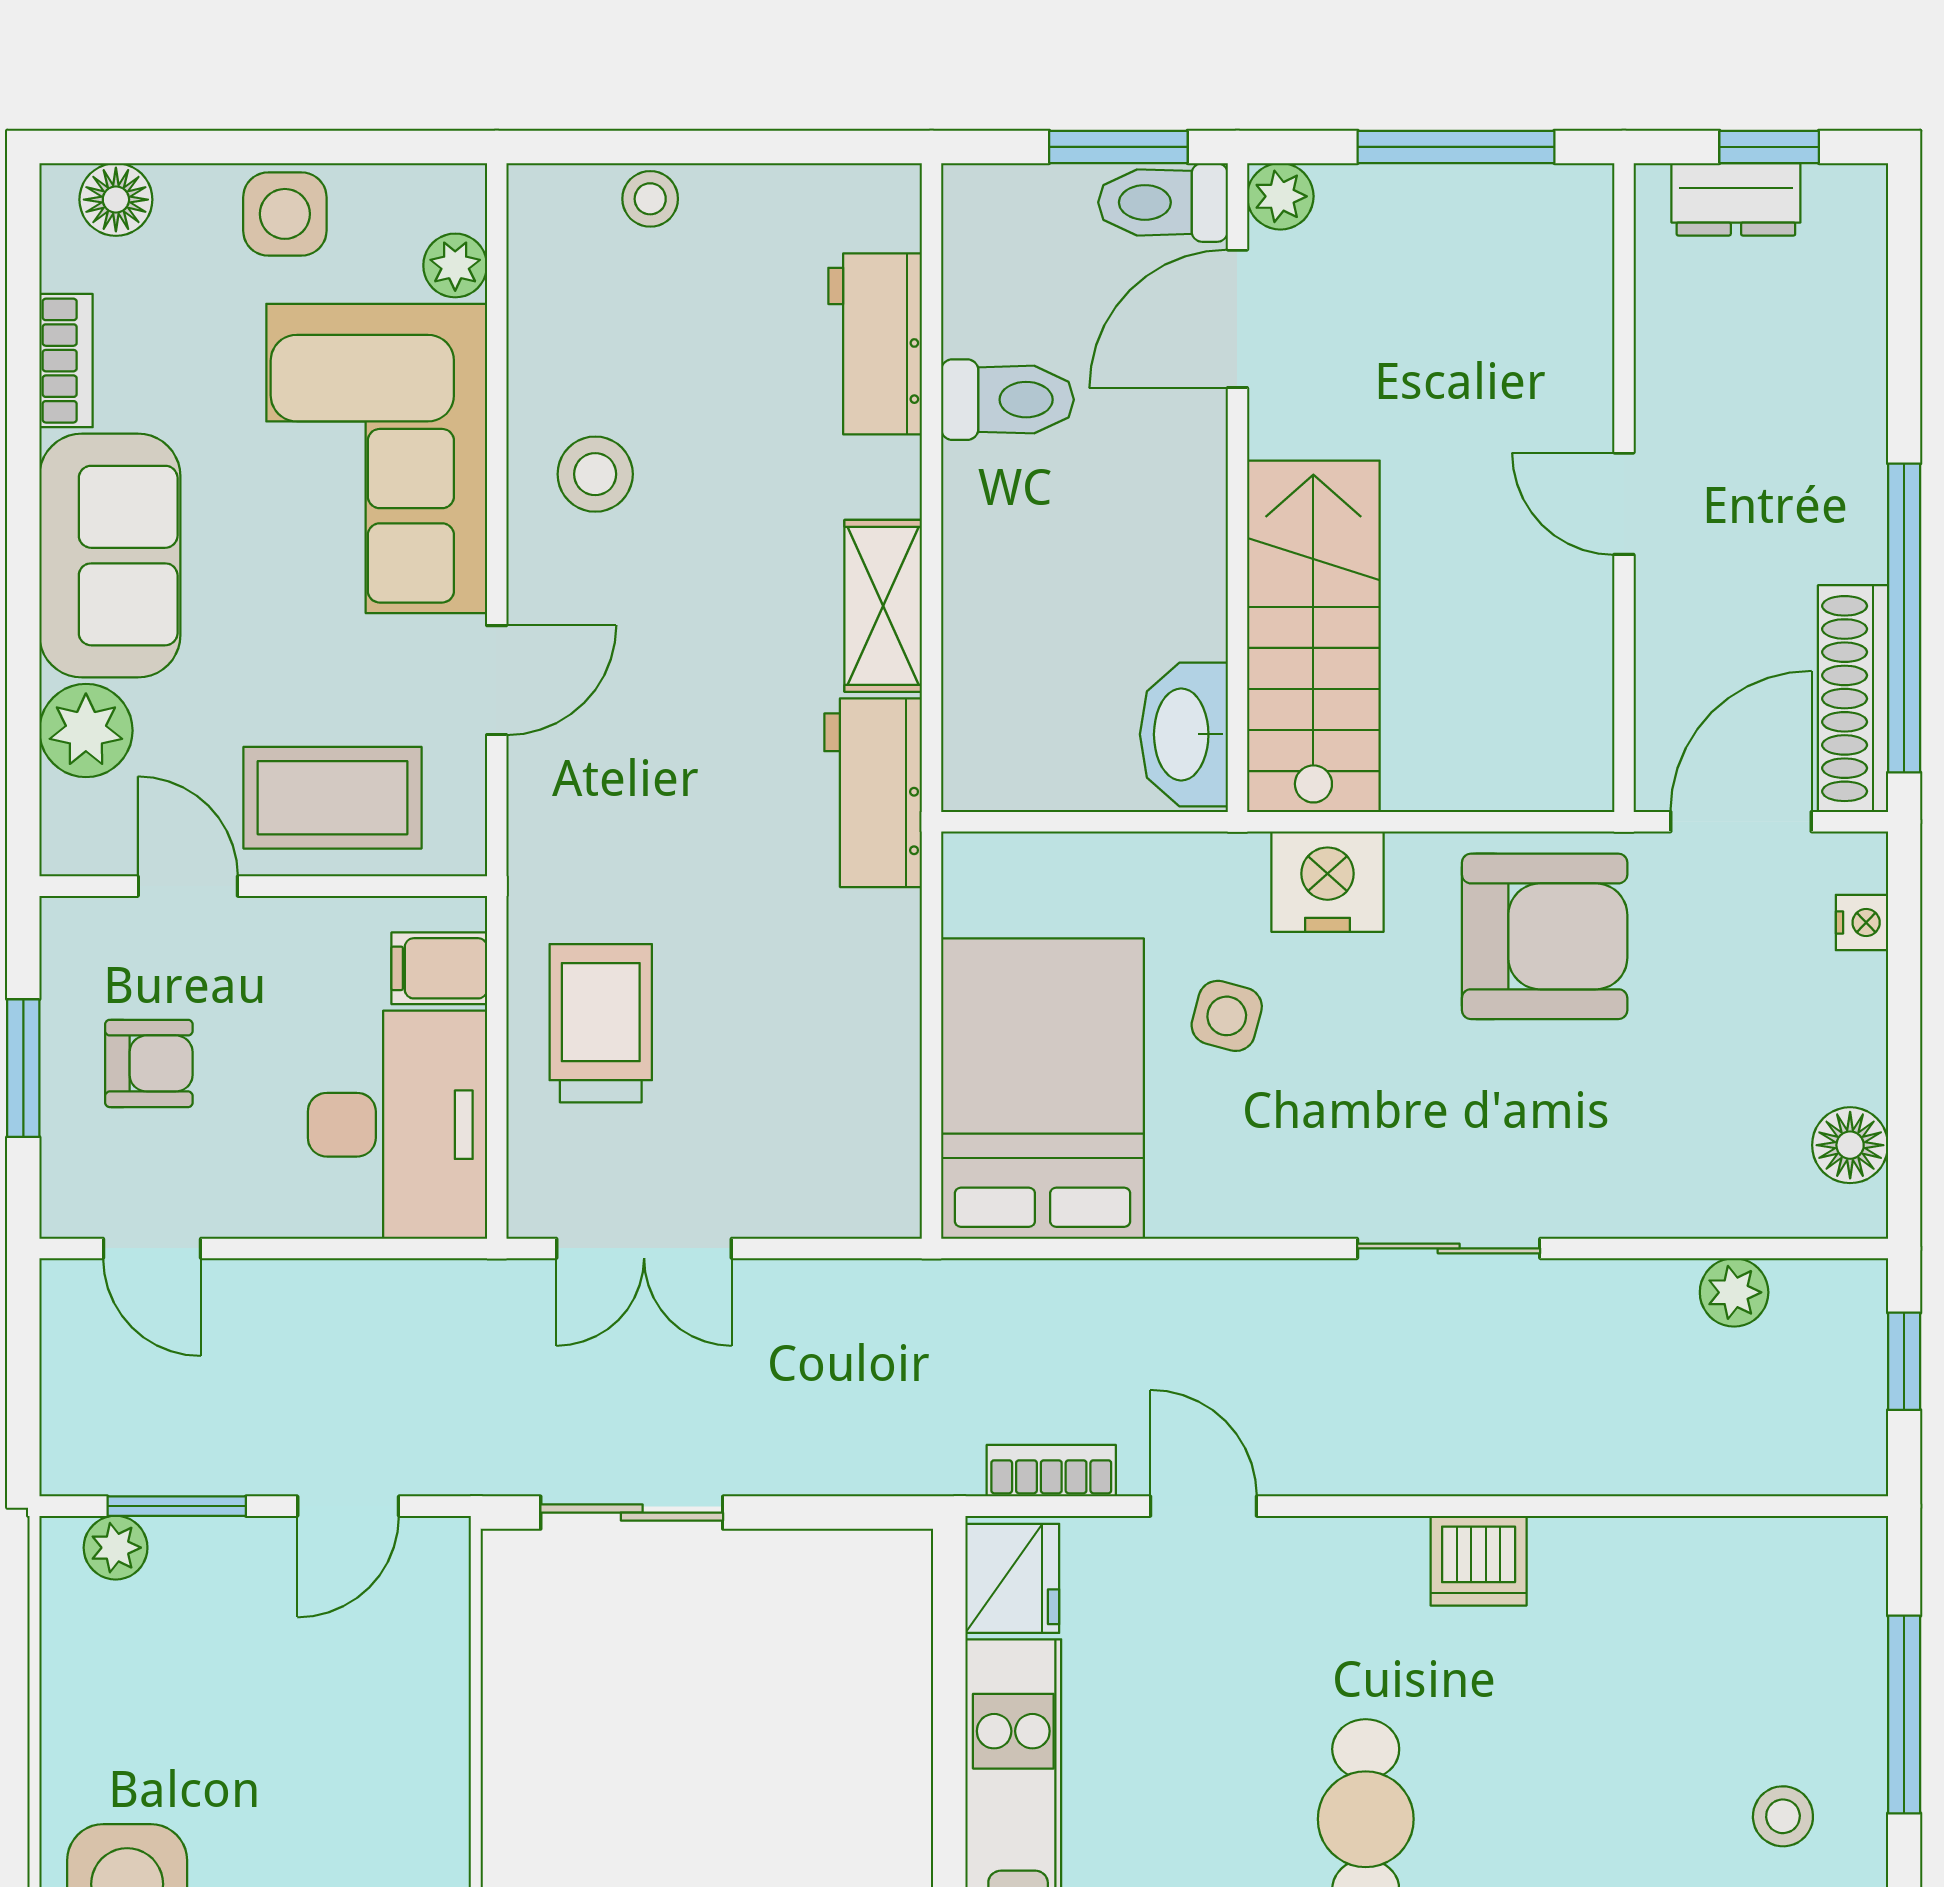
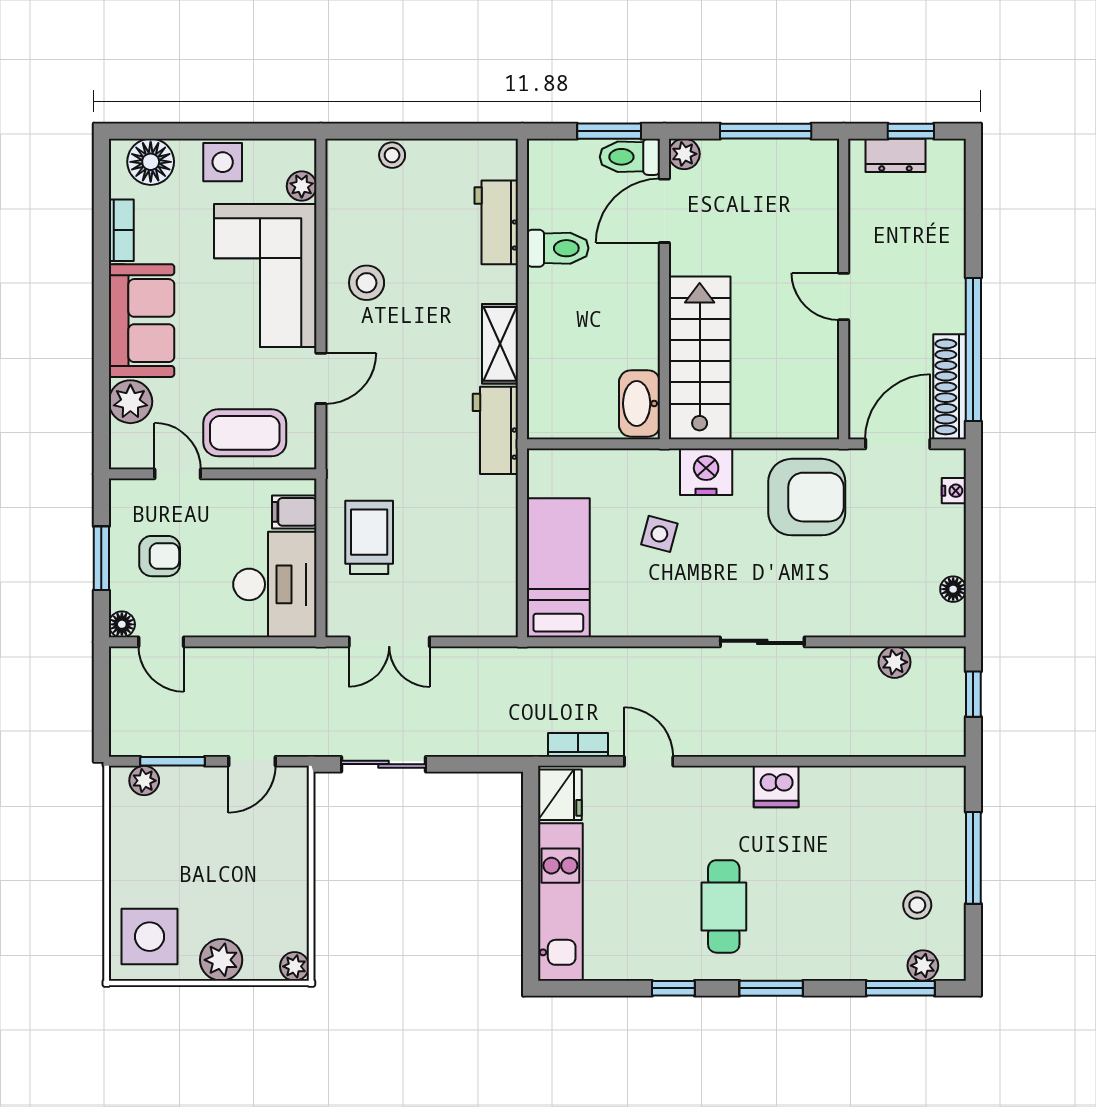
floor lamp: (116, 200) -> (151, 162), width x1.38, depth x1.38
bed: (1043, 1089) -> (558, 568), width x0.67
floor lamp: (1850, 1145) -> (953, 589), width x0.73, depth x0.73
floor lamp: (67, 1211) -> (122, 624), added

